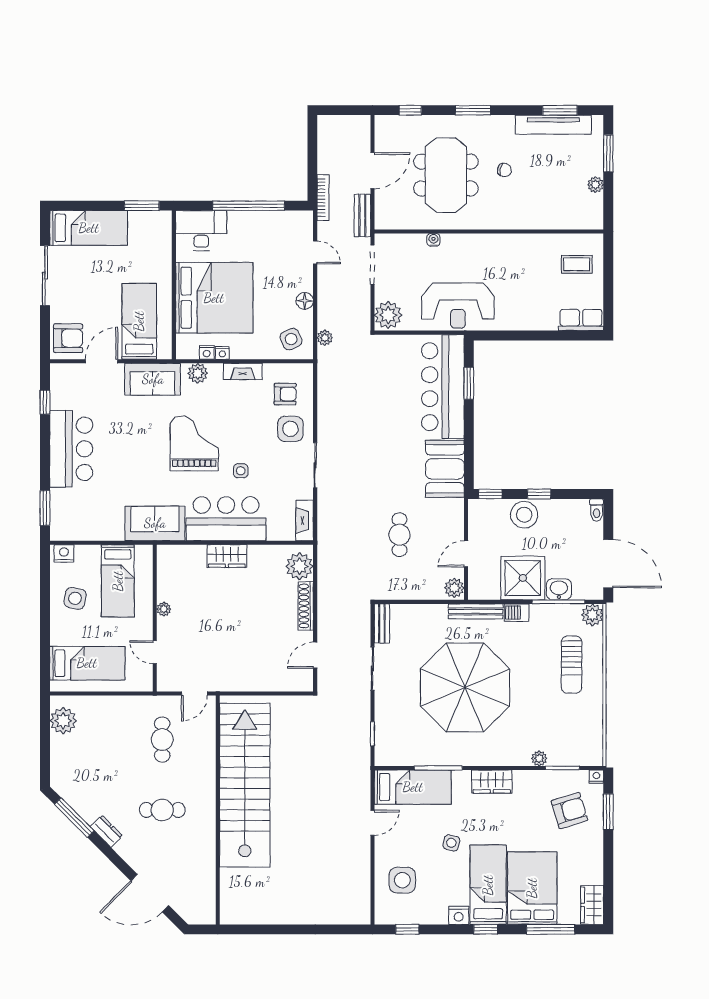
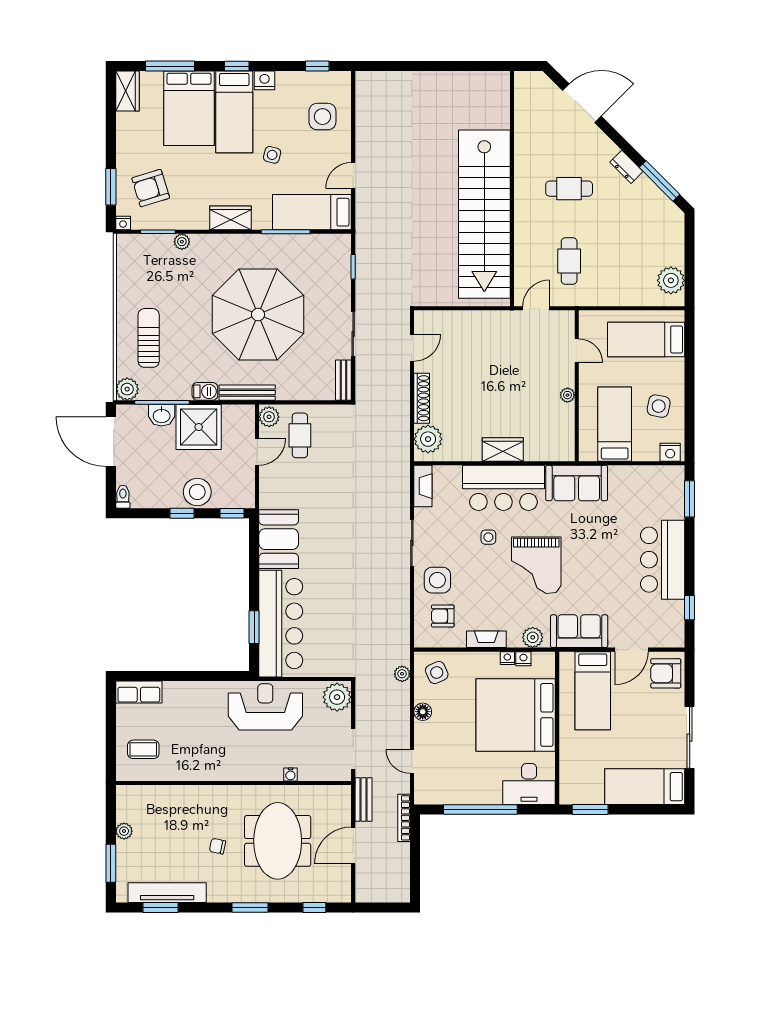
cafe table: (399, 535) -> (300, 435), moved

